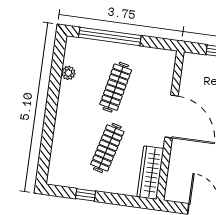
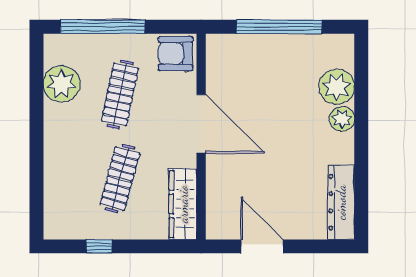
armchair: (160, 63) -> (176, 54), added
plant: (68, 73) -> (62, 84), width x1.88, depth x1.88

